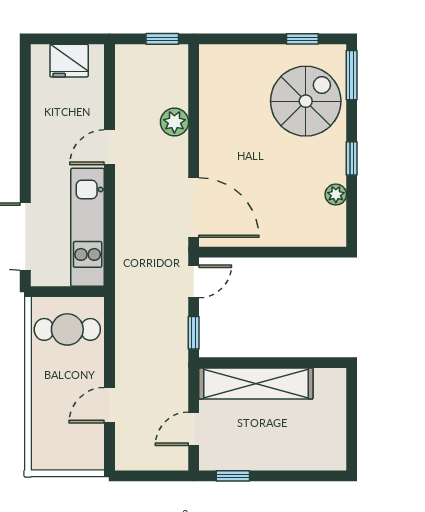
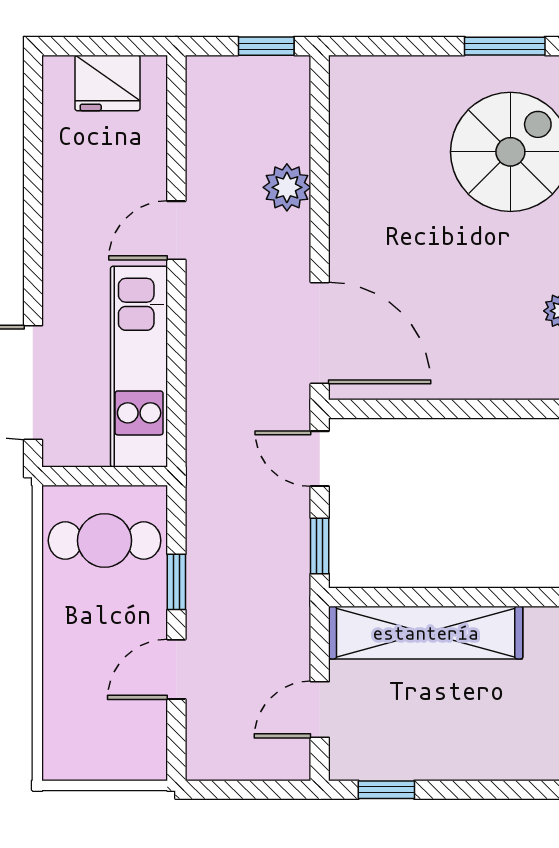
window: (302, 39) -> (505, 46), width x1.50
door: (194, 281) -> (320, 459), swing flipped
window: (109, 354) -> (176, 582), added

